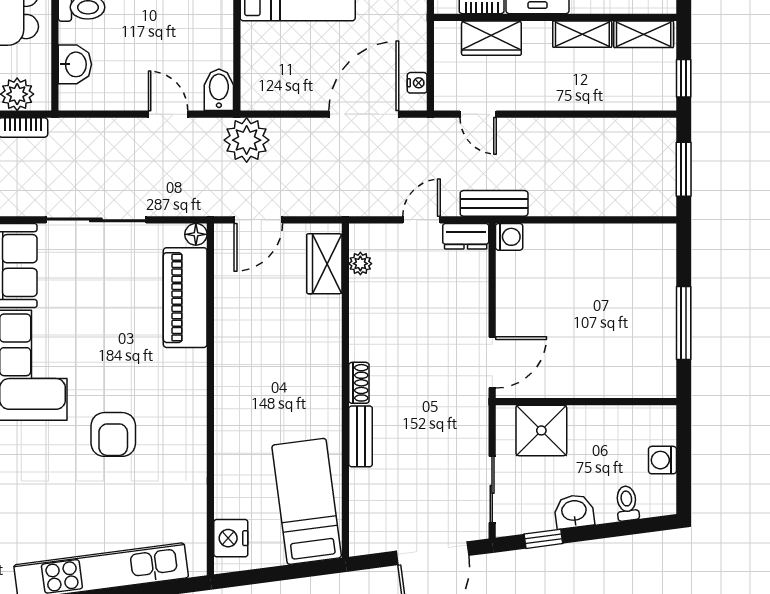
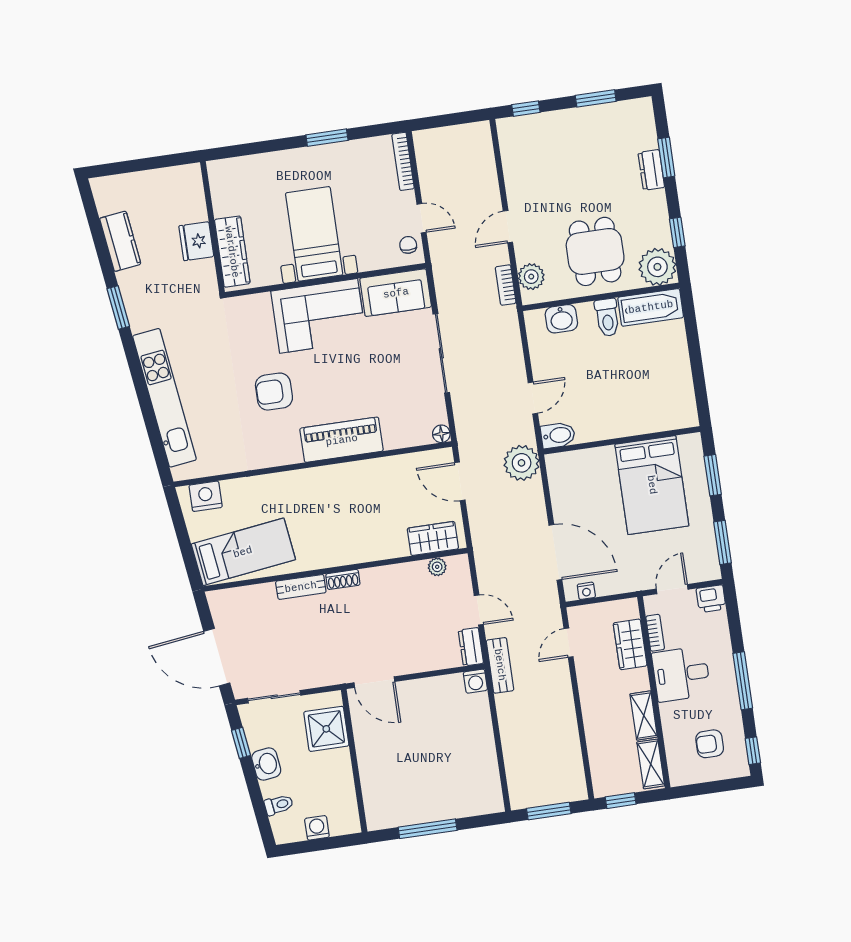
piano: (185, 298) -> (342, 440), moved

